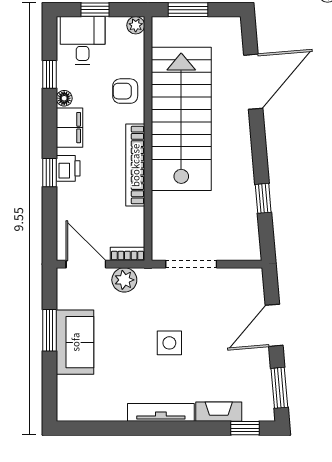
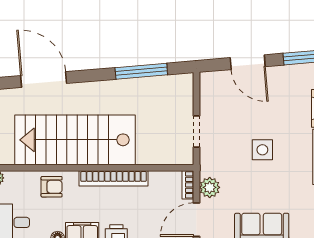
armchair: (125, 91) -> (52, 187), turned -90
window: (263, 198) -> (141, 71), width x2.17
doorway: (191, 264) -> (196, 132), width x0.73

